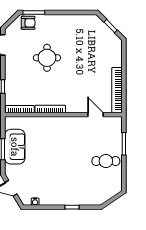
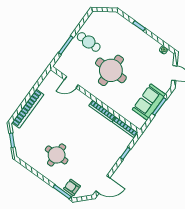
round table: (47, 58) -> (57, 155), moved
bookcase: (117, 90) -> (28, 109), moved
door: (95, 115) -> (71, 82), hinge flipped
round table: (68, 150) -> (111, 70), added

